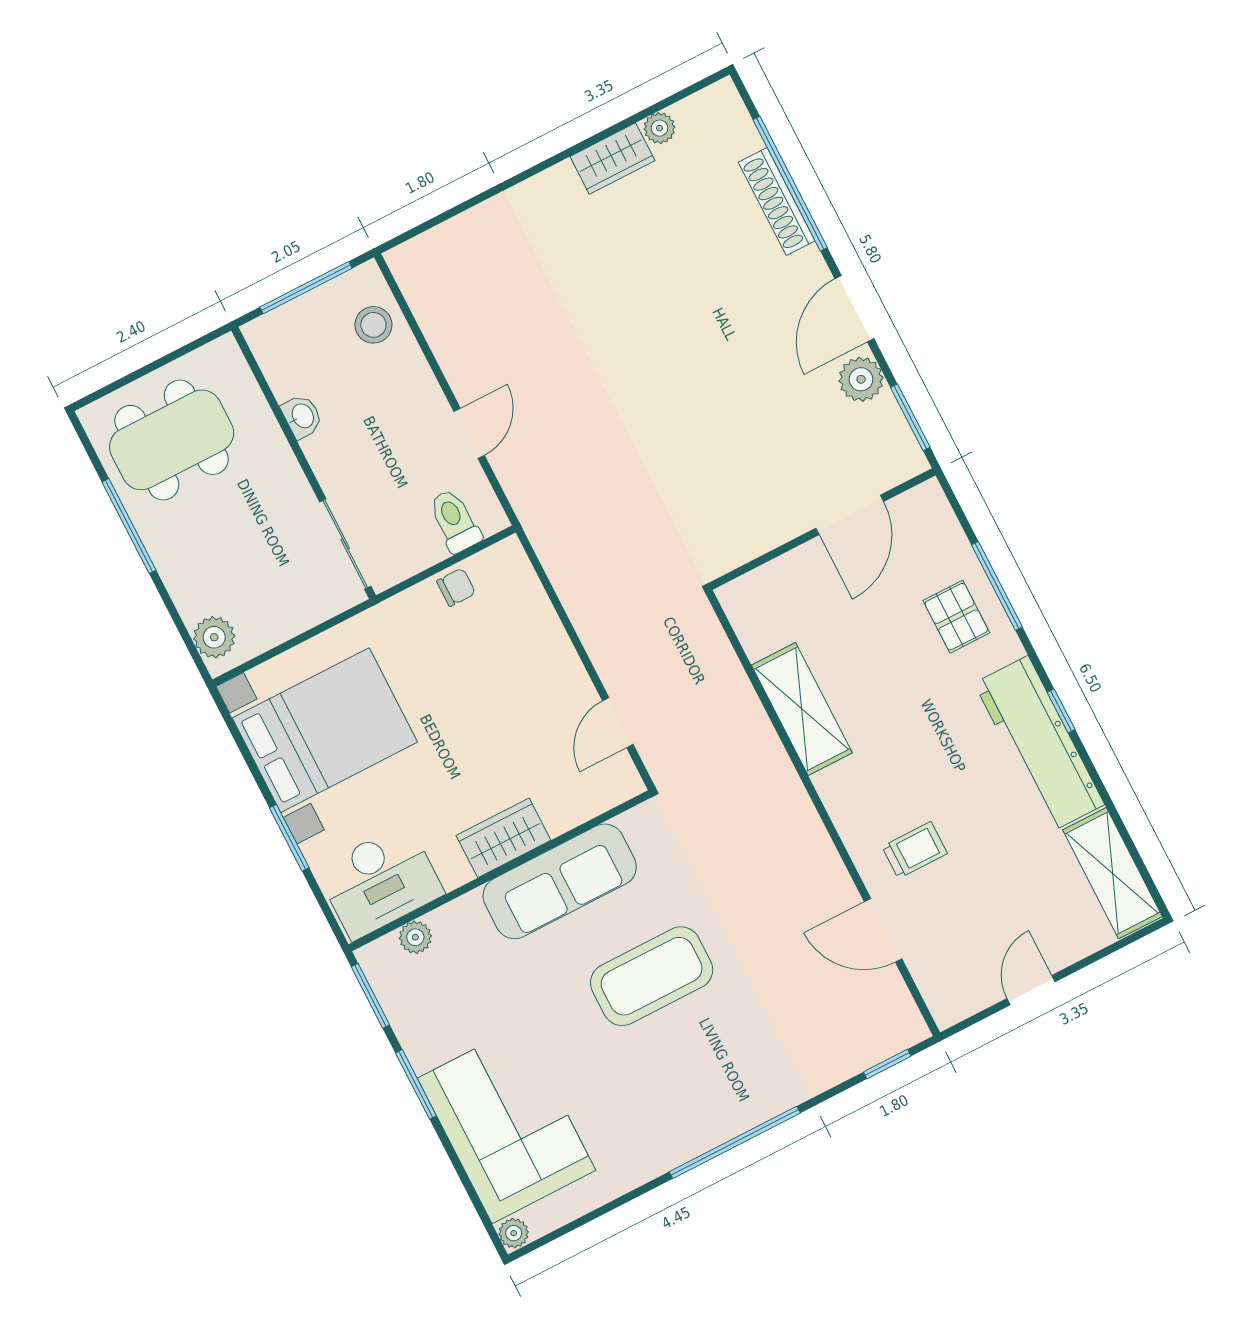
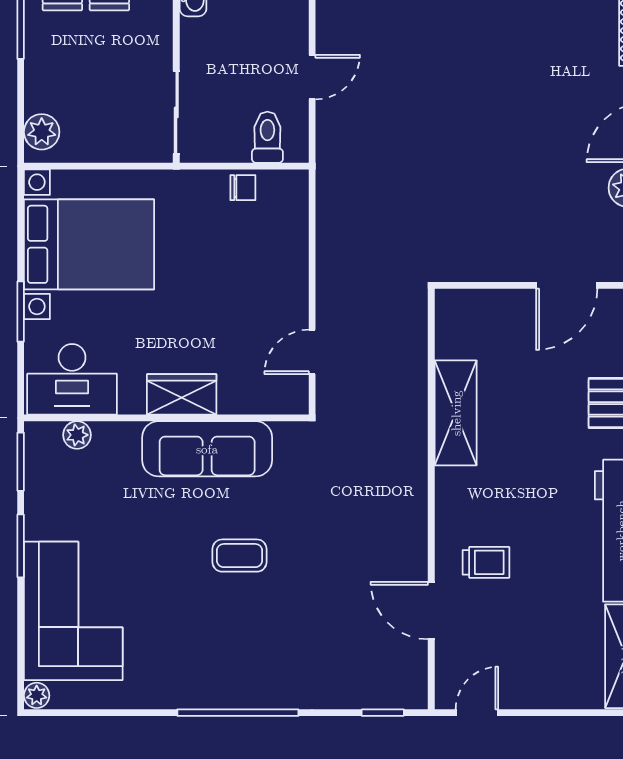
coffee table: (652, 976) -> (240, 556), width x0.54, depth x0.58
door: (1031, 990) -> (477, 713), moved

